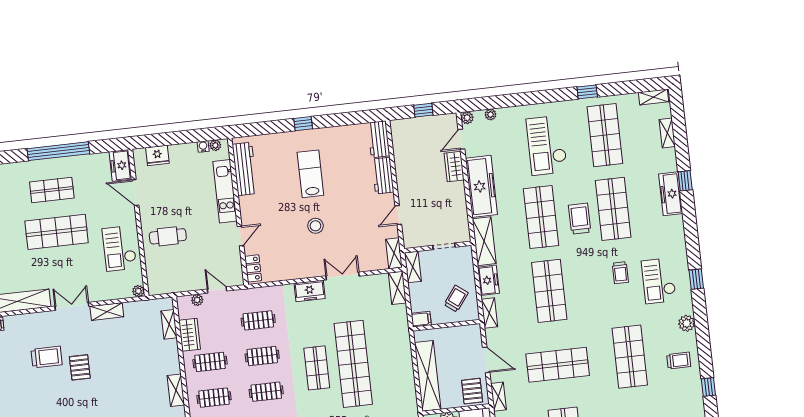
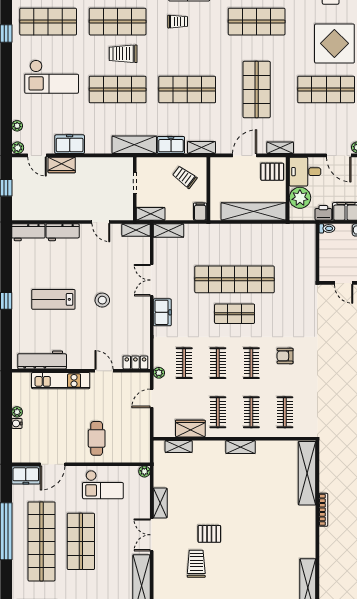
plant: (215, 145) -> (17, 412), moved
water cooler: (203, 146) -> (17, 423), moved
fridge: (157, 155) -> (20, 440), removed
freezer: (481, 186) -> (70, 144), width x0.52, depth x0.79
shop shelf: (52, 190) -> (41, 541), width x2.00, depth x1.36
plant: (197, 300) -> (159, 373), moved

